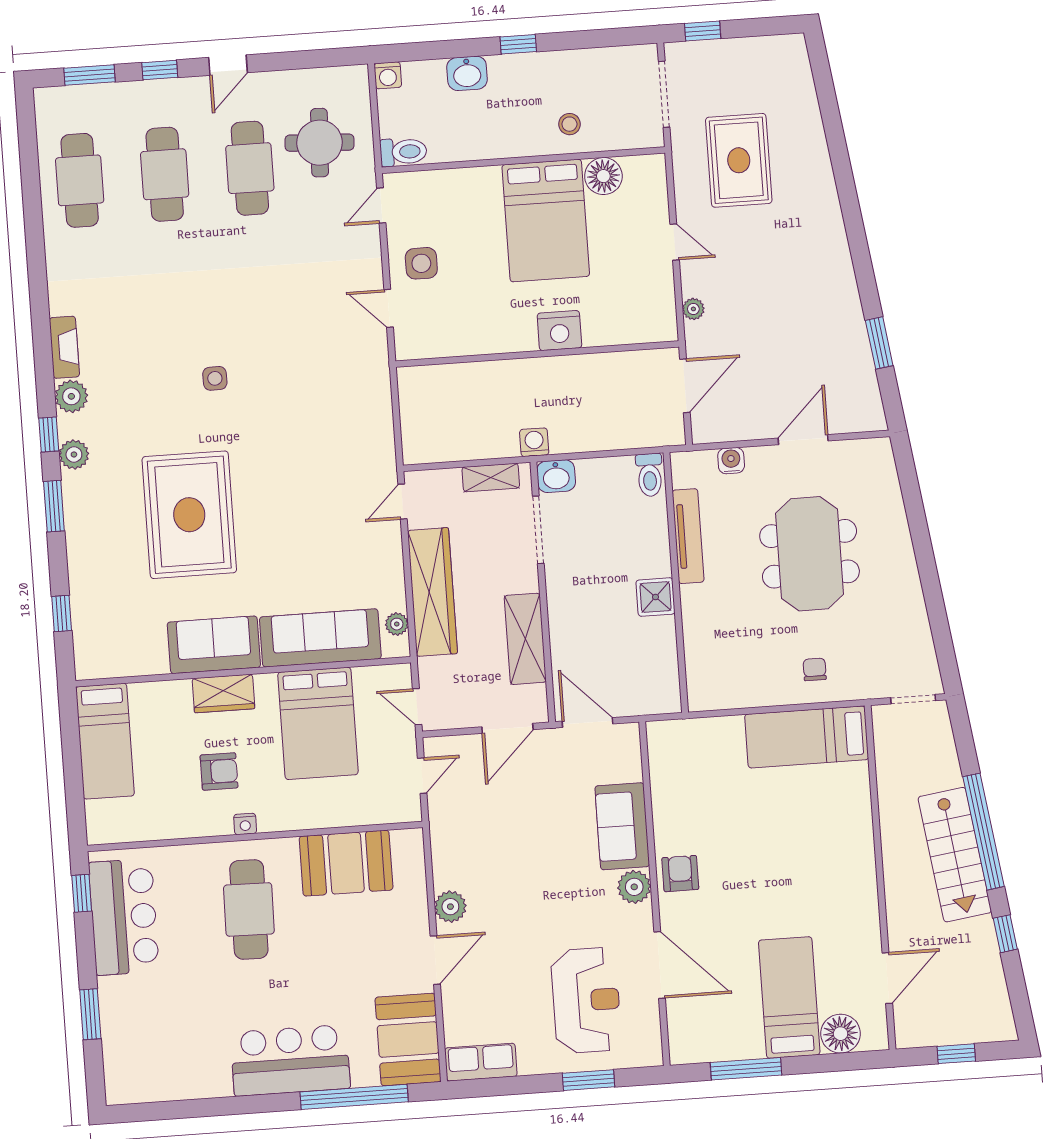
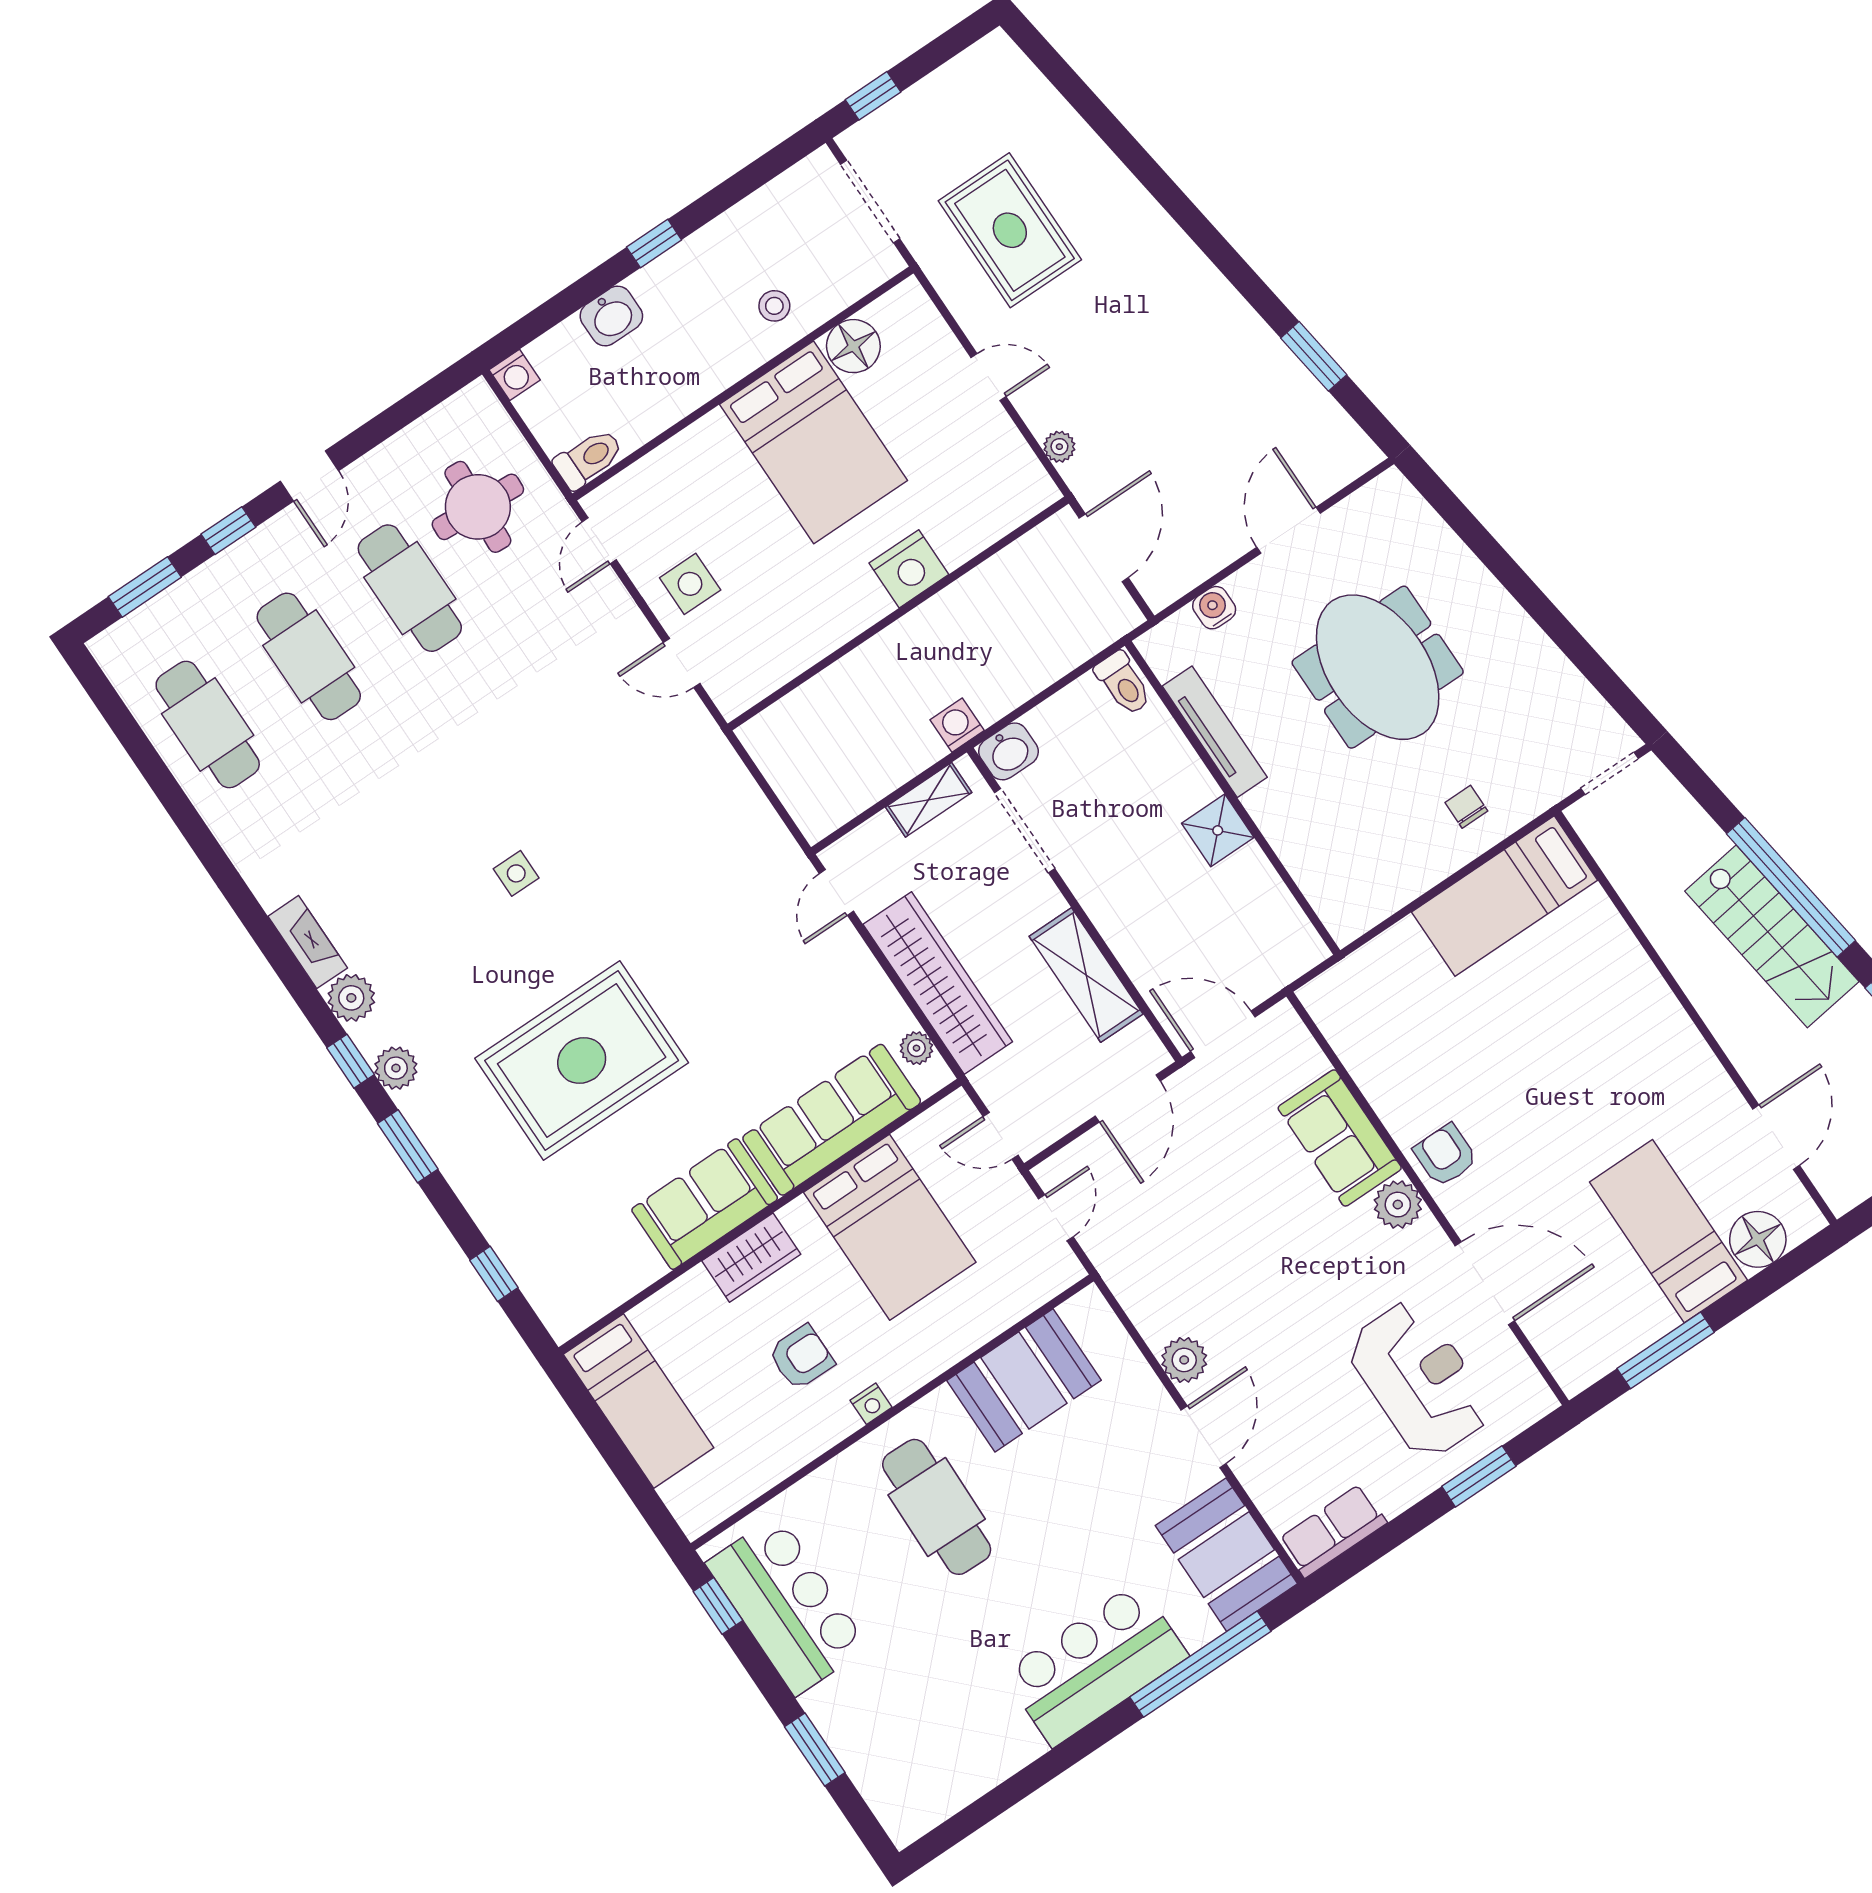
rug: (189, 515) -> (582, 1060), turned 90

